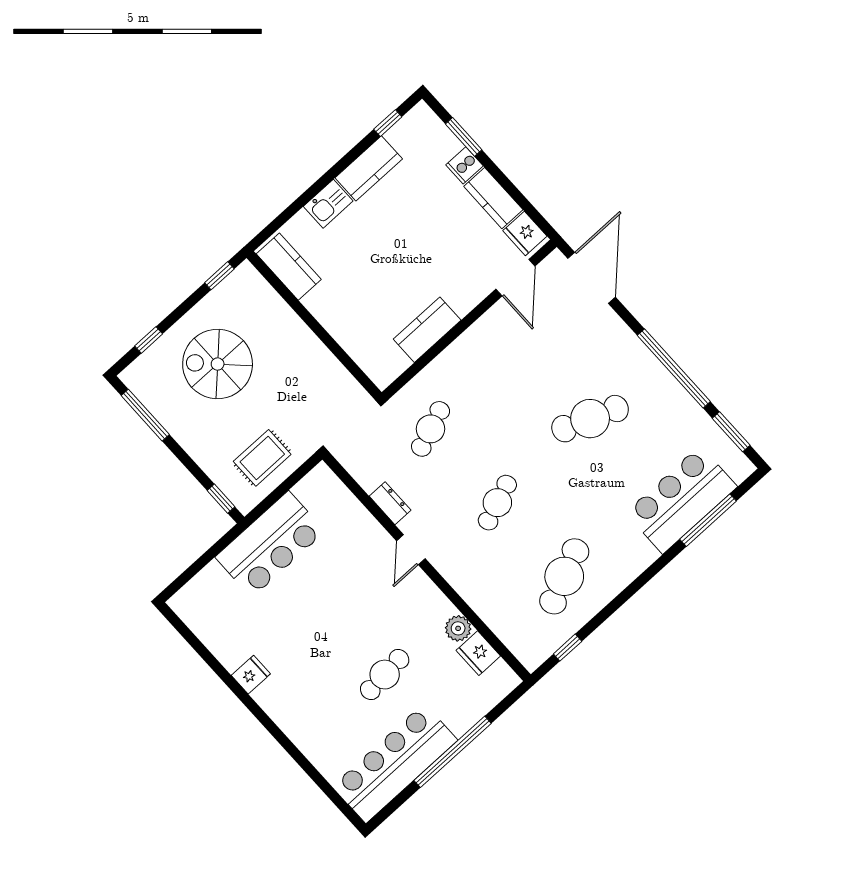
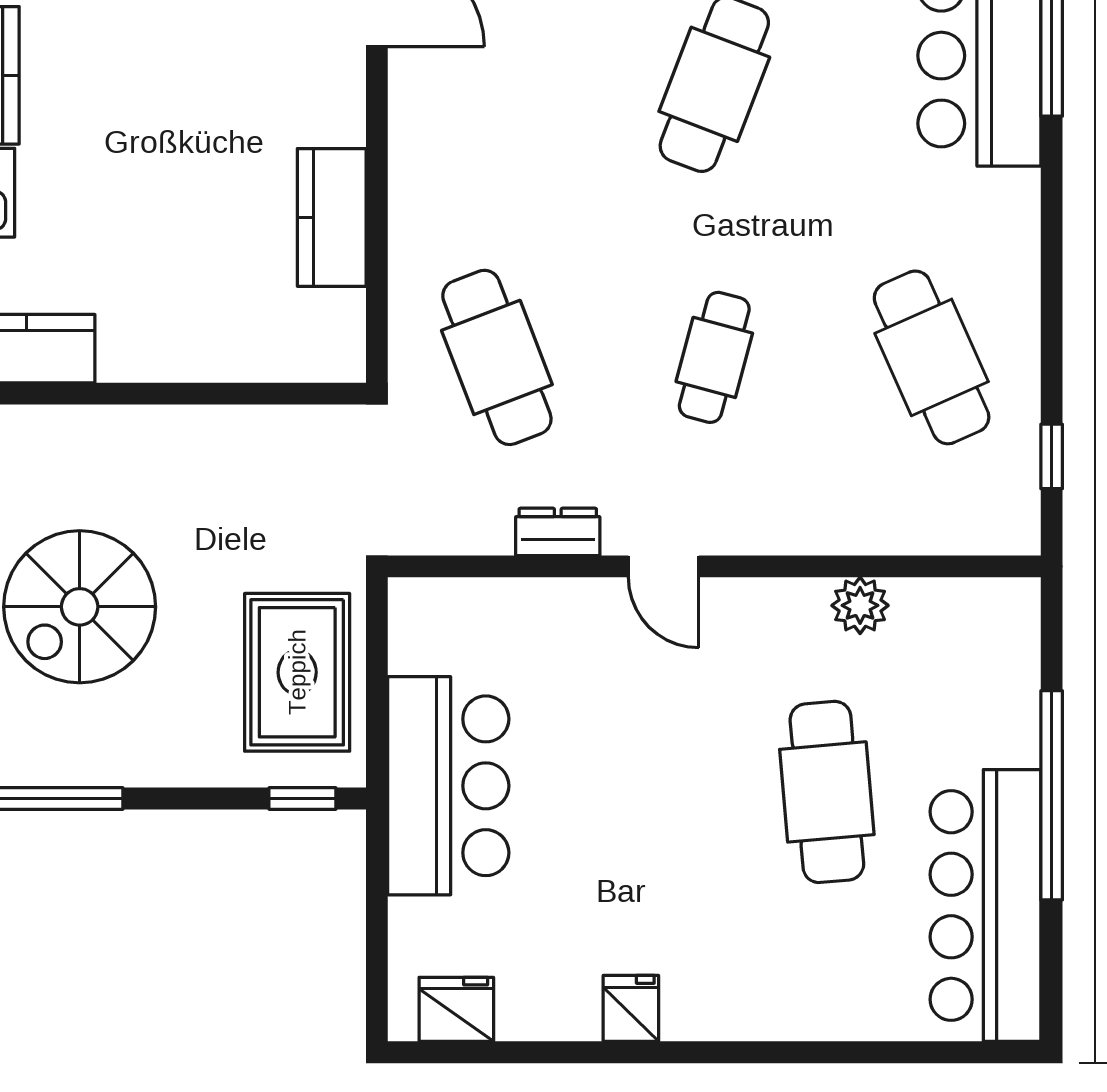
cafe table: (431, 429) -> (497, 357), width x1.37, depth x1.35
rug: (262, 458) -> (297, 672), width x1.36, depth x1.43
cafe table: (497, 503) -> (714, 357), turned 36
fridge: (478, 653) -> (456, 1009), moved, turned 180
cafe table: (385, 675) -> (827, 792), width x1.37, depth x1.35

